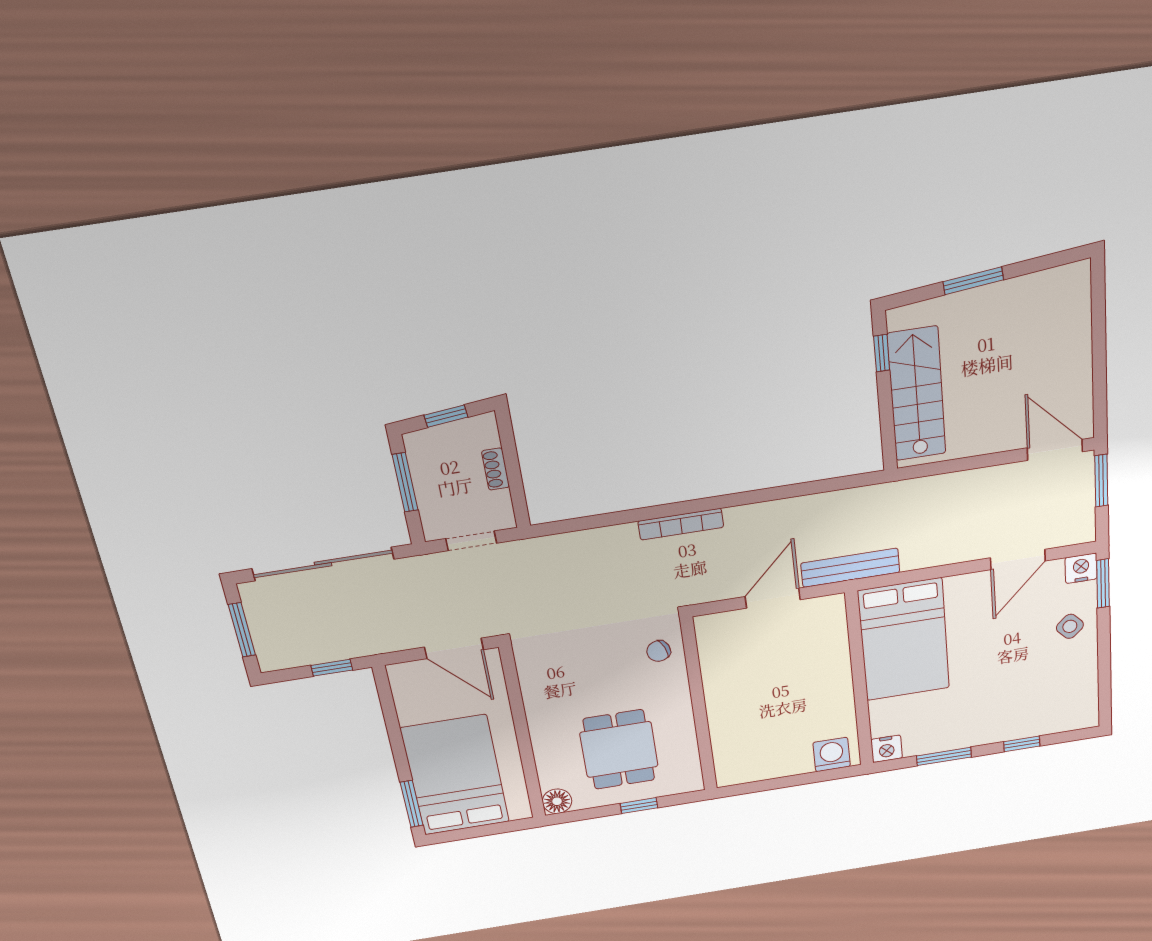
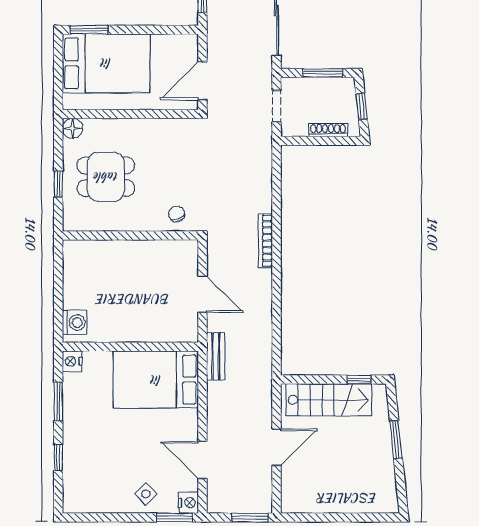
door: (1055, 450) -> (277, 447), moved
shoe rack: (496, 469) -> (328, 130), width x1.43
bench: (850, 568) -> (216, 356), width x0.73

